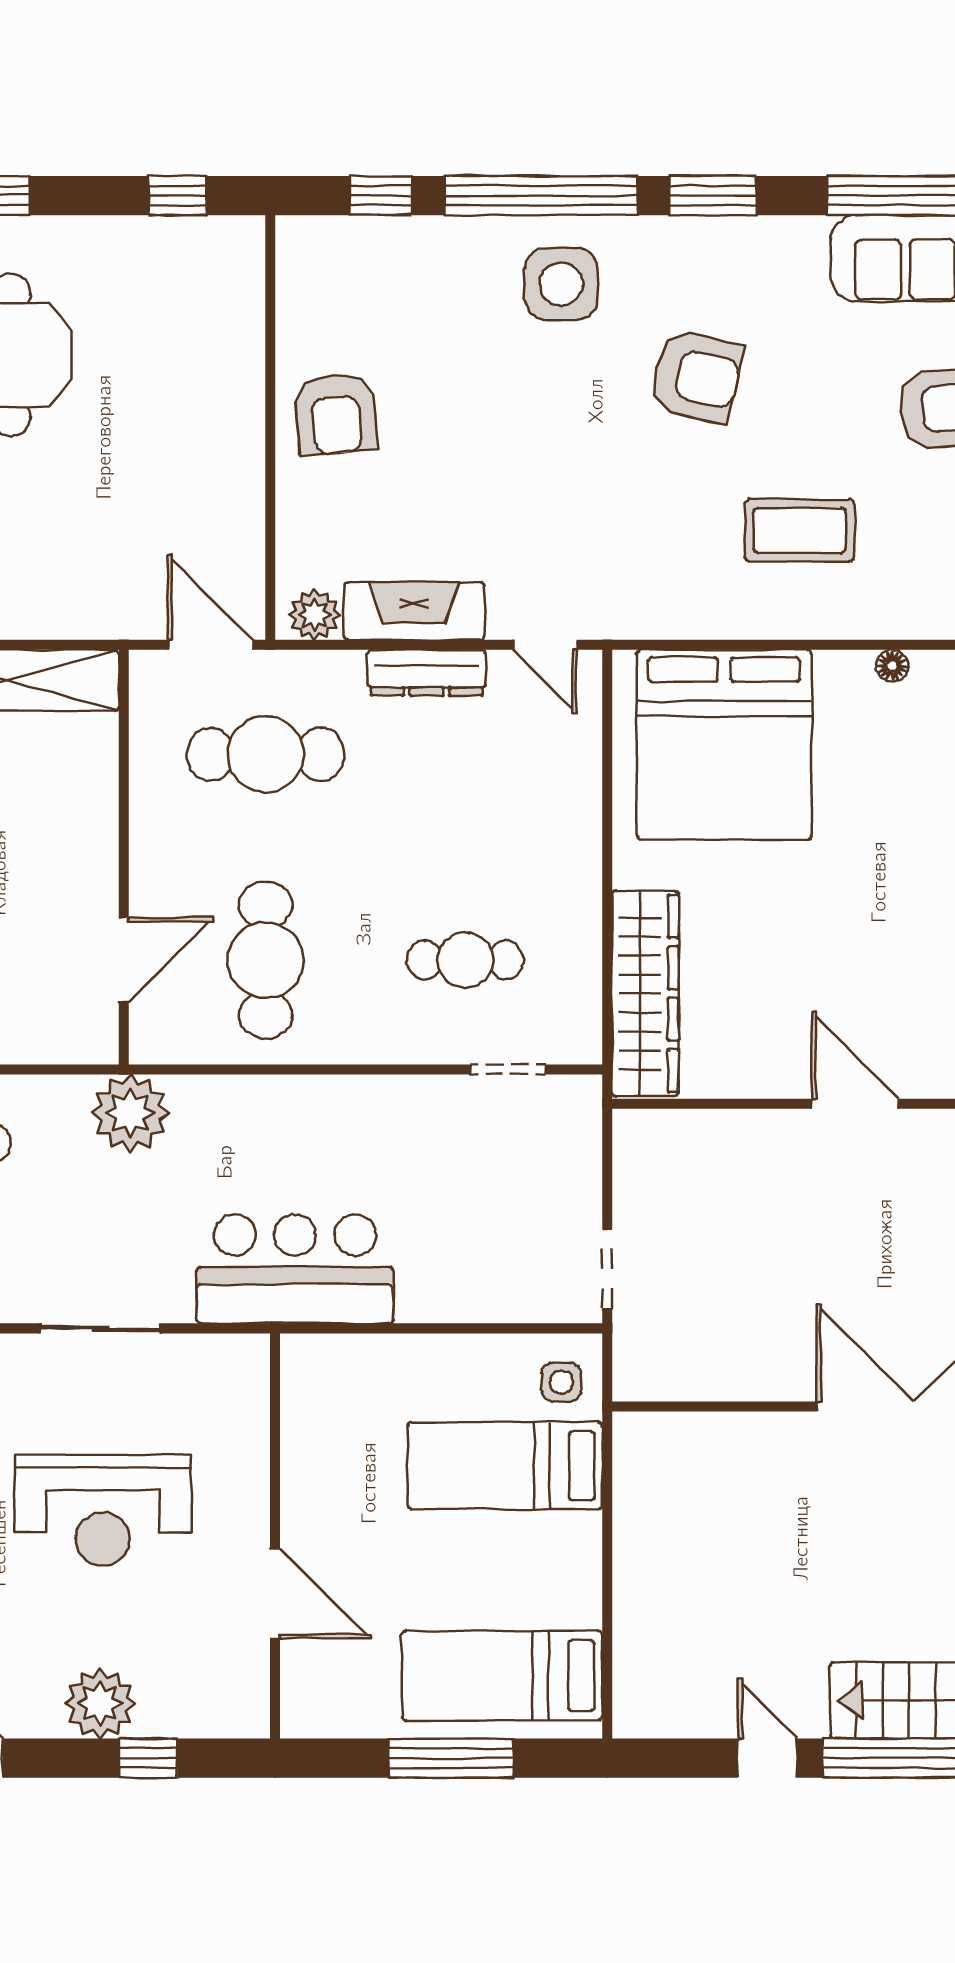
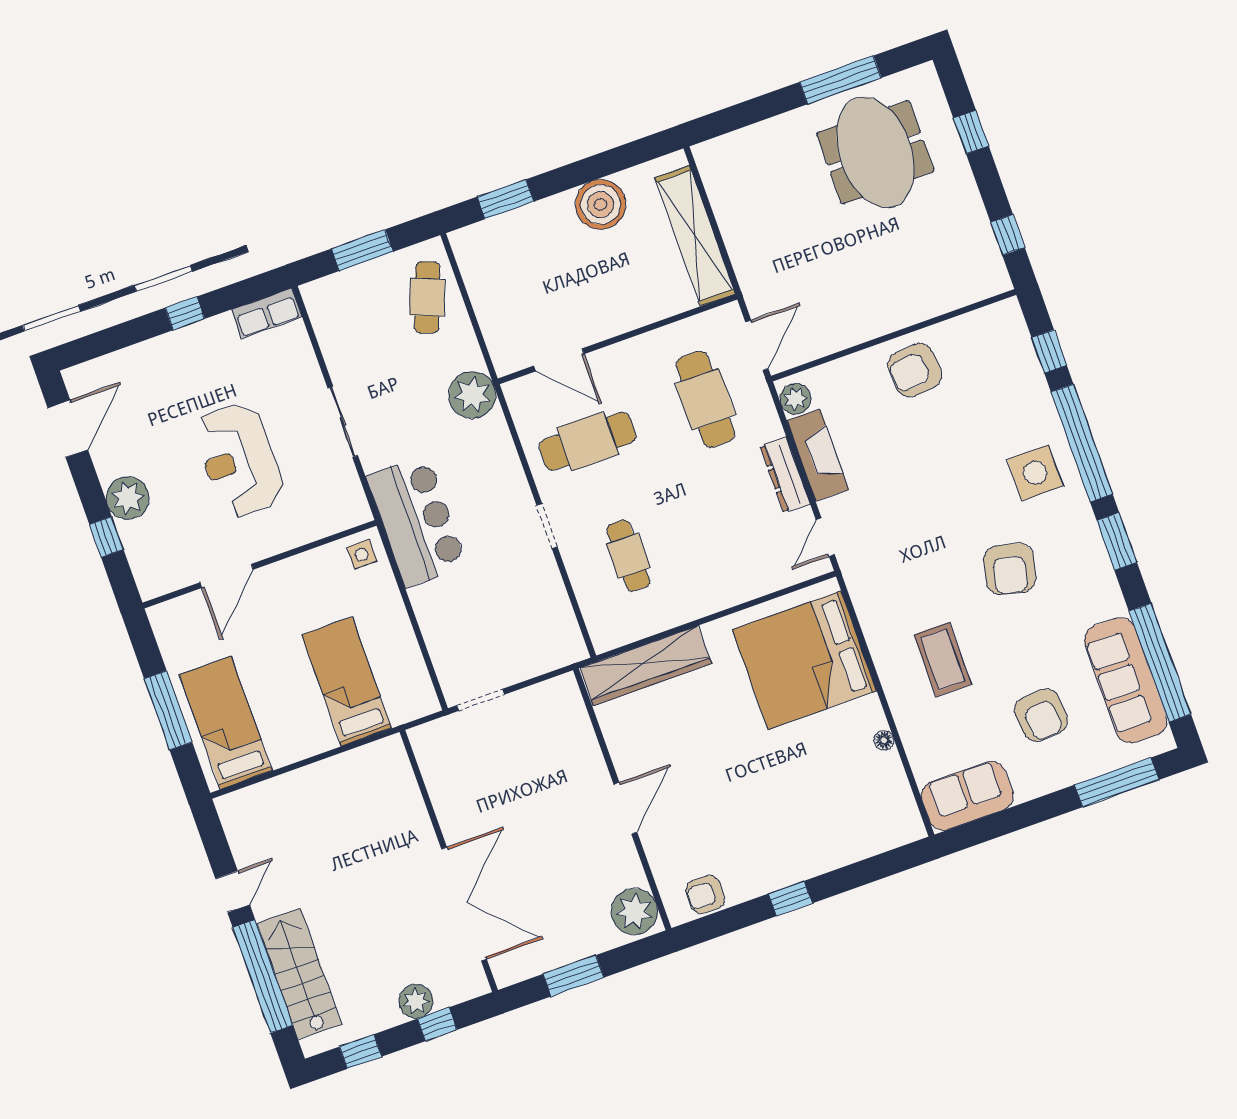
doorway: (508, 1070) -> (547, 526), moved
side table: (562, 1382) -> (362, 554), moved

